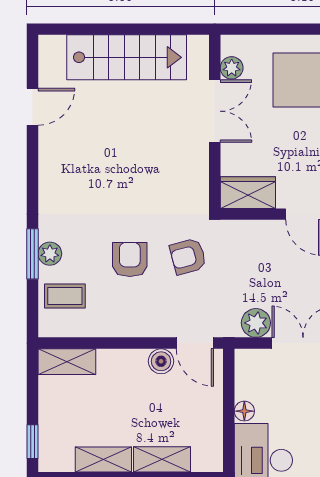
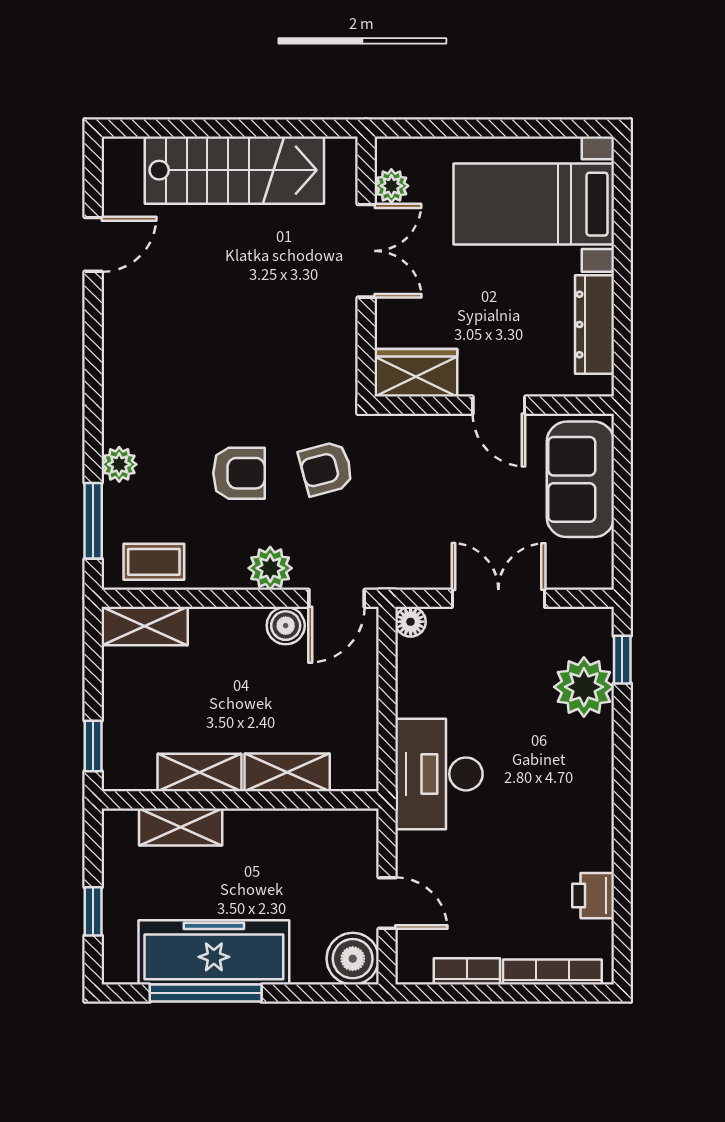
window: (33, 254) -> (93, 521), moved
armchair: (130, 260) -> (239, 473), turned 90
coffee table: (65, 296) -> (154, 562), moved
plant: (256, 323) -> (270, 568), moved
door: (195, 343) -> (337, 598), hinge flipped
floor lamp: (244, 411) -> (411, 622), moved

